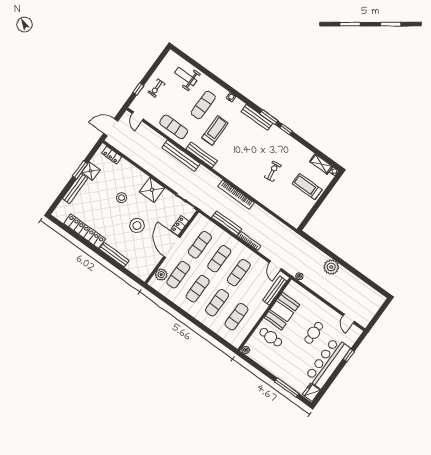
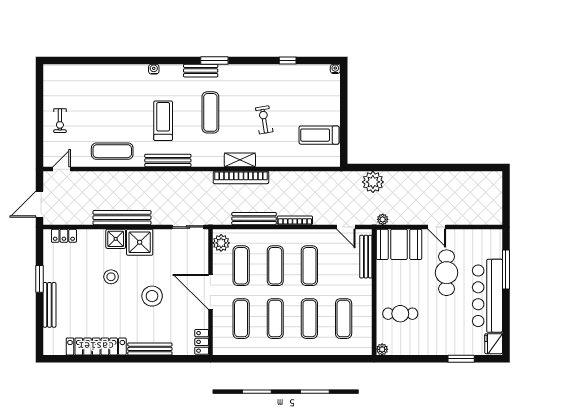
weight bench: (186, 76) -> (84, 83), removed
window: (138, 89) -> (40, 137), removed
exercise mat: (203, 105) -> (210, 112), moved
door: (138, 116) -> (62, 169), swing flipped
bench: (257, 117) -> (201, 71), width x0.73
window: (286, 129) -> (288, 60), moved
bench: (181, 156) -> (122, 218), moved
shelving: (321, 164) -> (240, 160), moved
shower: (91, 171) -> (116, 239), moved
treadmill: (307, 187) -> (319, 135), moved
locker: (180, 226) -> (202, 342), moved
plant: (331, 267) -> (373, 182), moved
plant: (161, 275) -> (221, 243), moved
booth: (282, 311) -> (399, 244), moved, turned 90
door: (349, 318) -> (437, 227), moved
cafe table: (314, 333) -> (447, 273), width x1.37, depth x1.35
window: (349, 355) -> (506, 270), width x2.17
window: (287, 388) -> (461, 359), width x0.69

